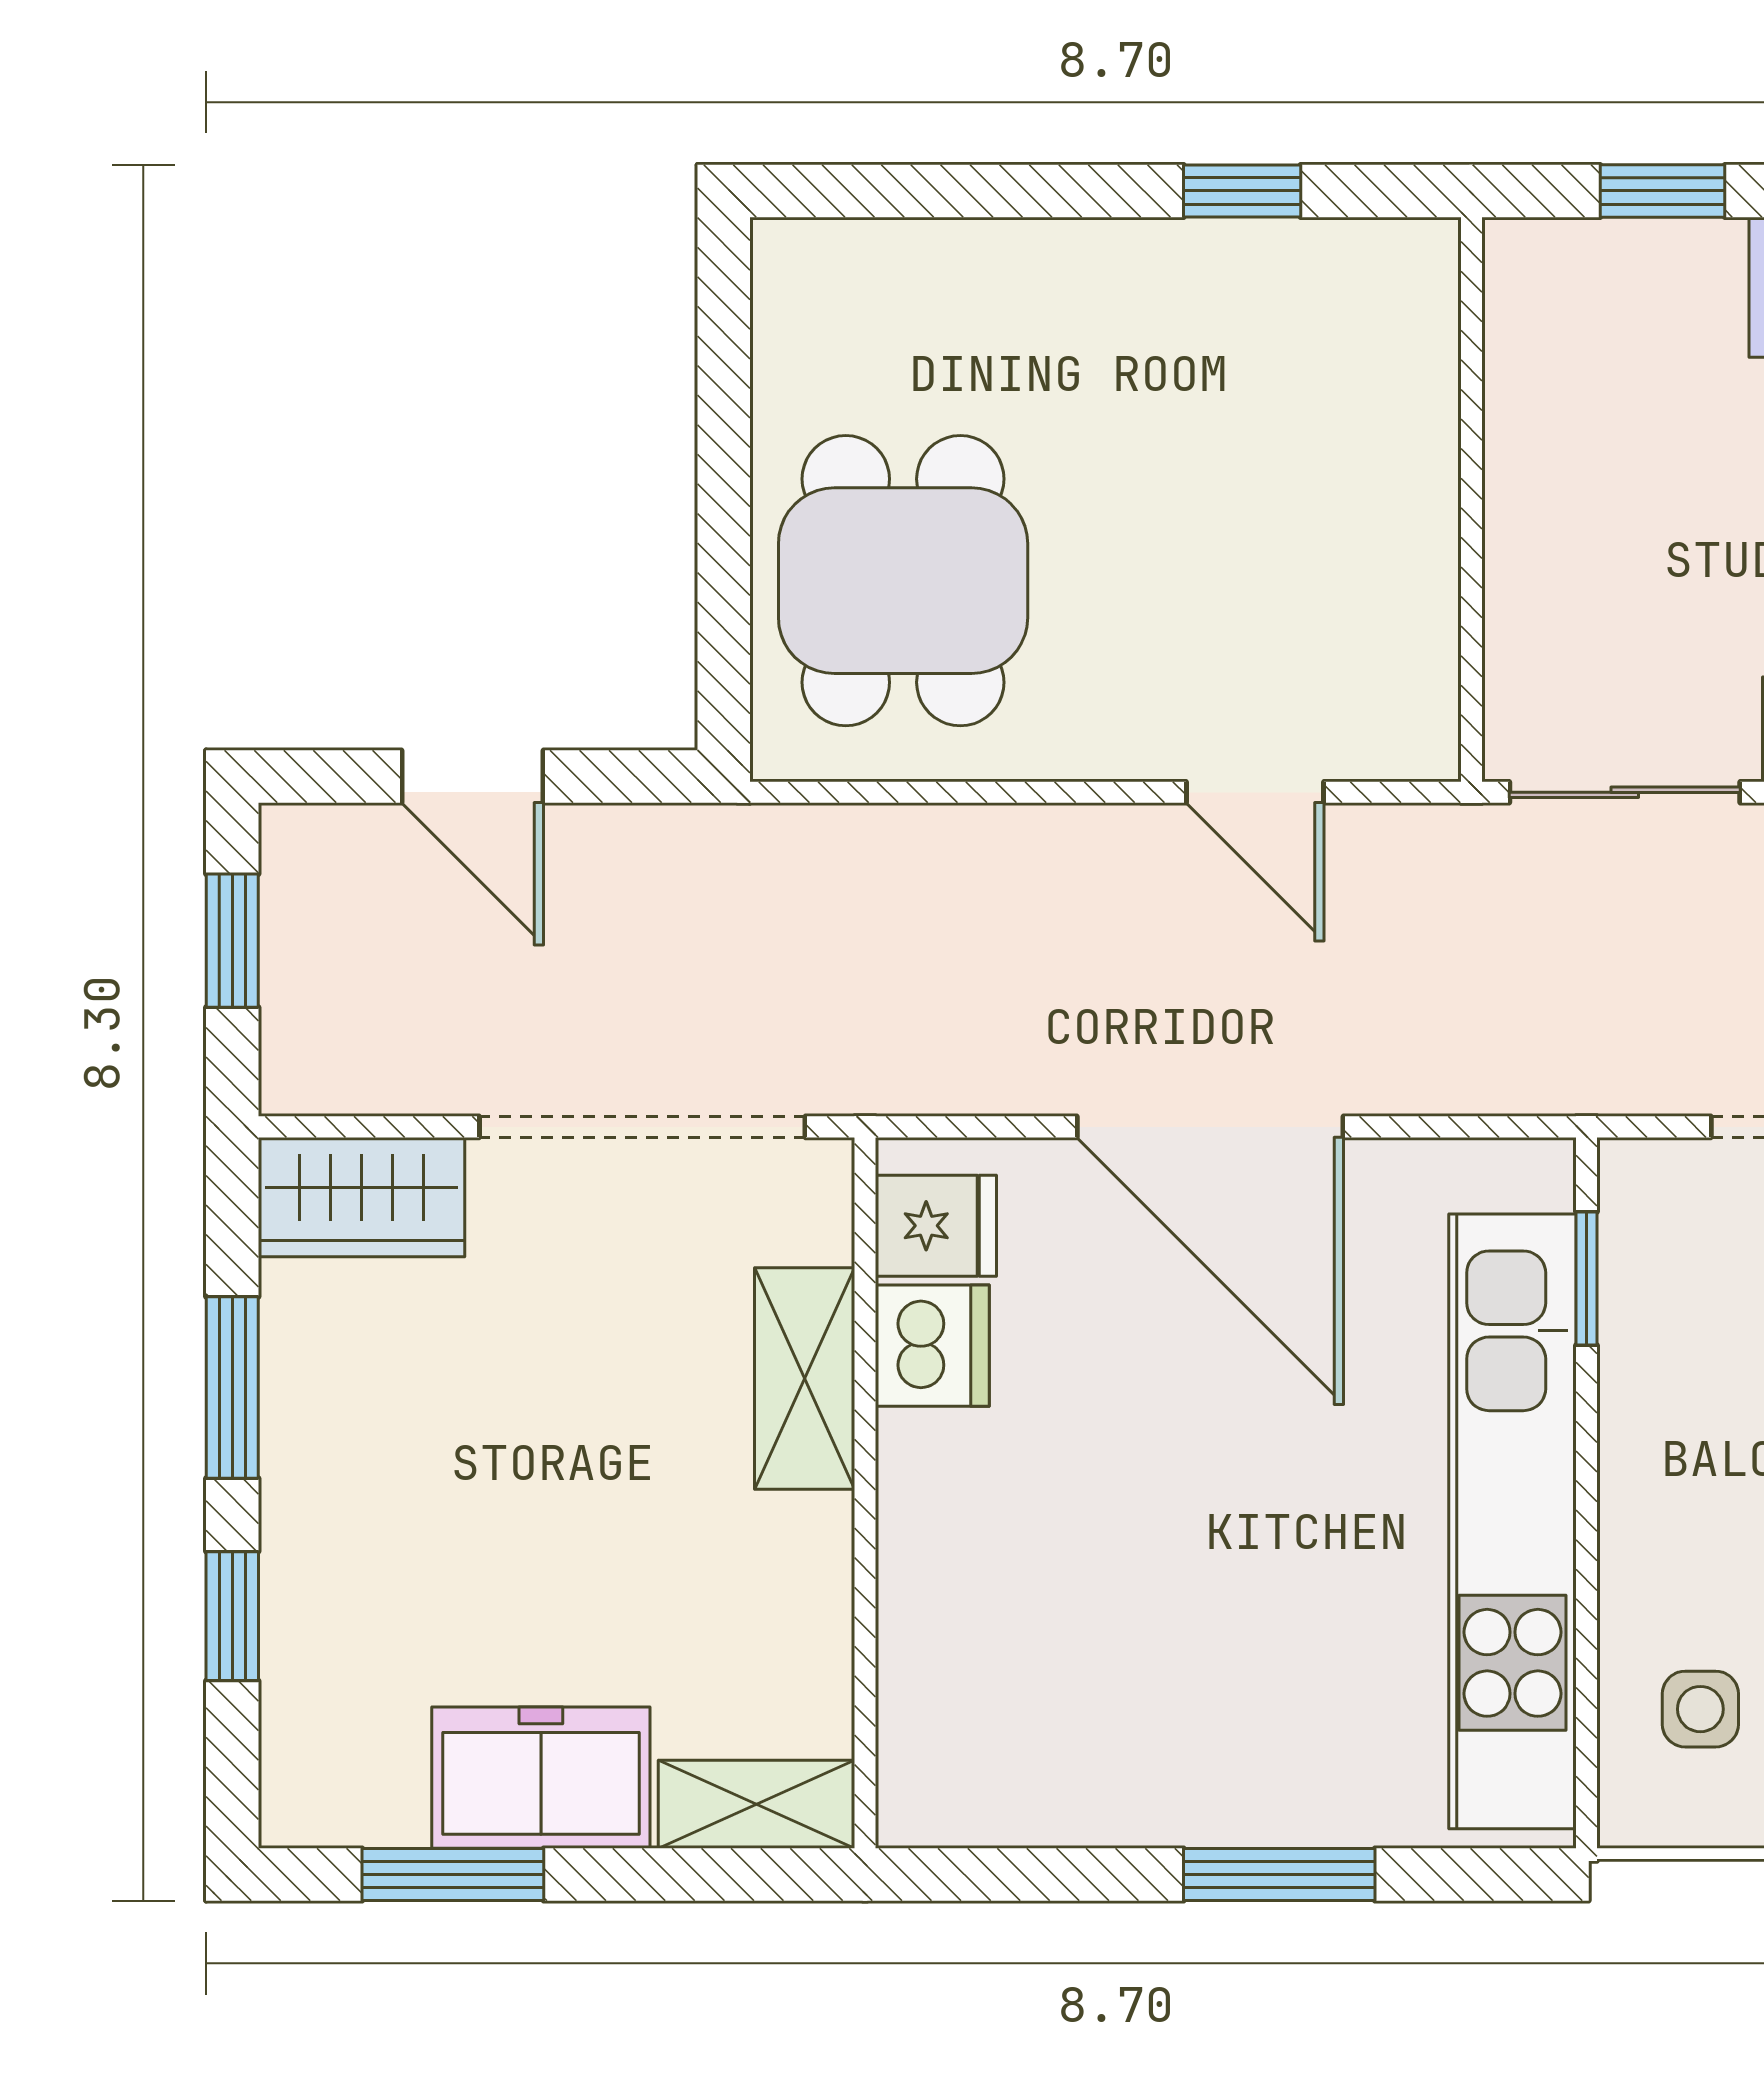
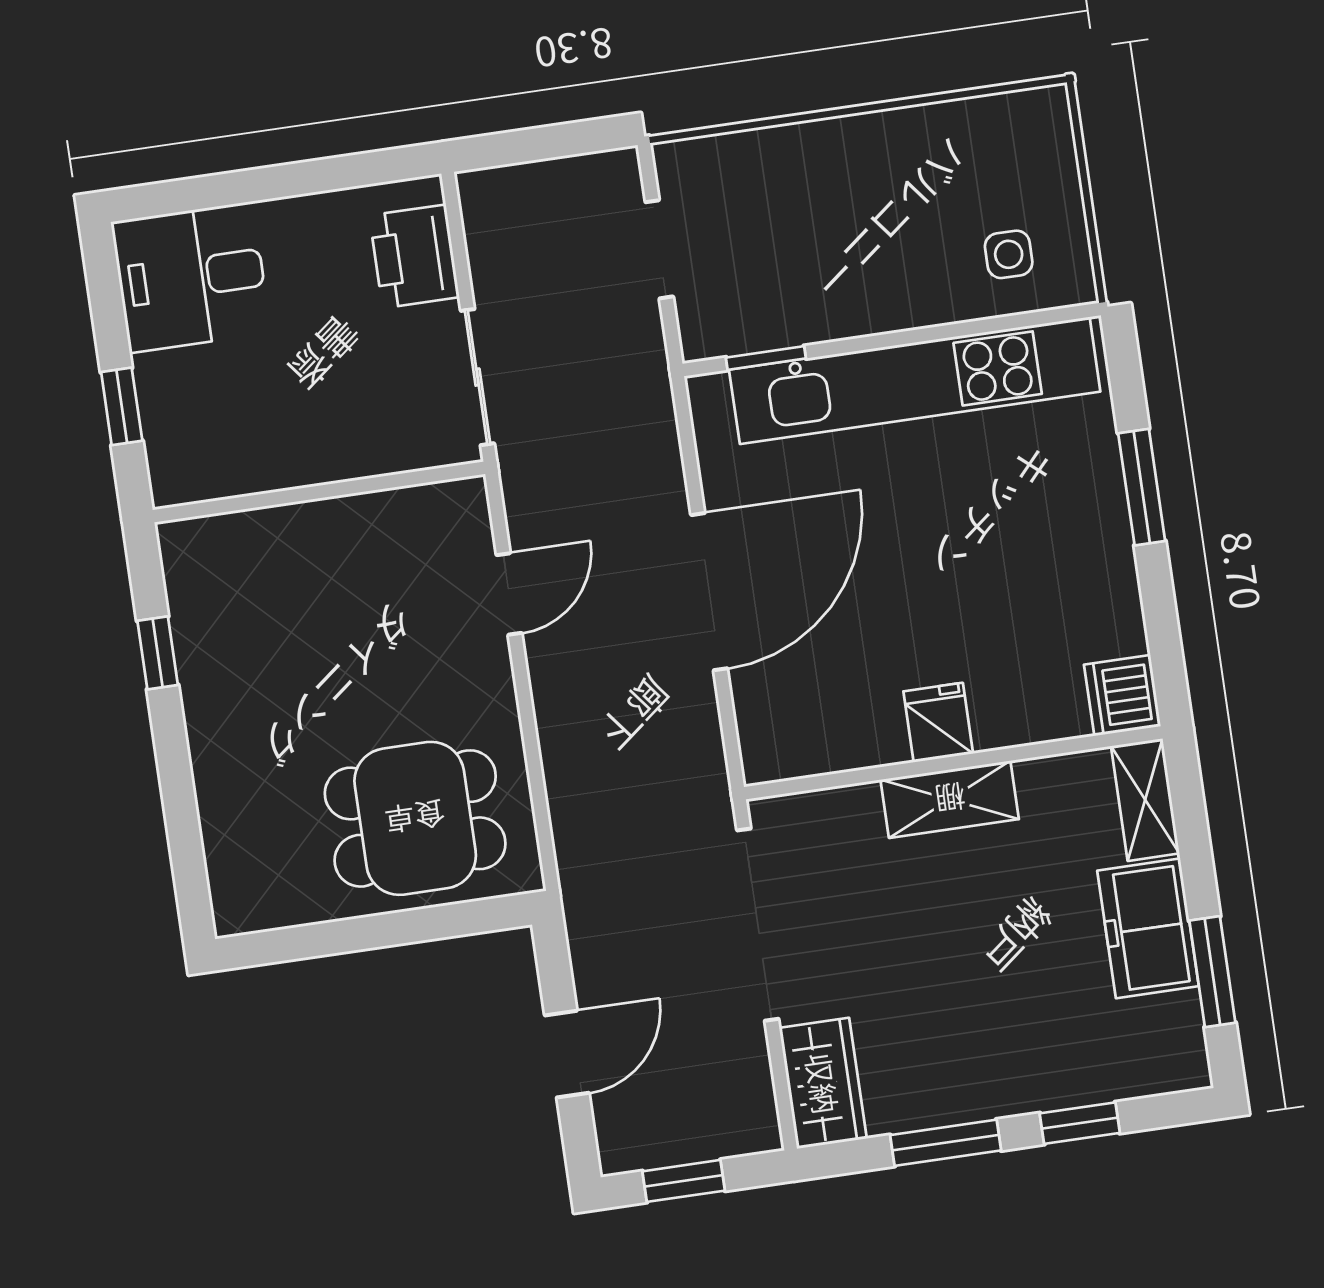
fridge: (936, 1226) -> (938, 722), moved
dishwasher: (932, 1346) -> (1122, 695), moved, turned -90
shelving: (805, 1378) -> (950, 799), moved

